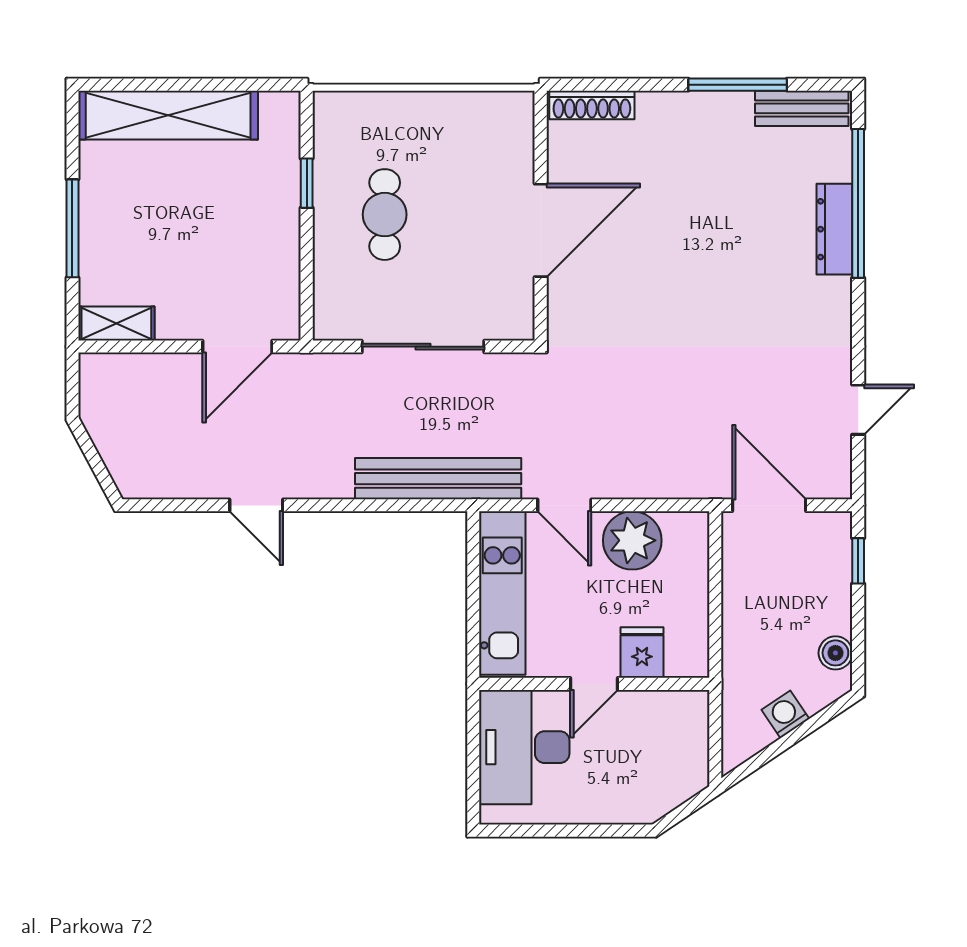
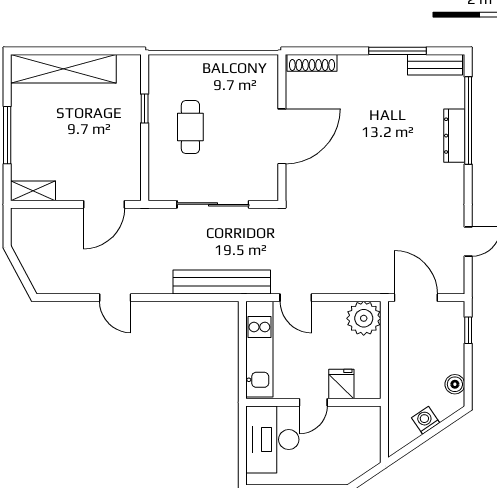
plant: (632, 540) -> (364, 318), moved

